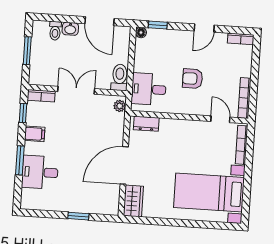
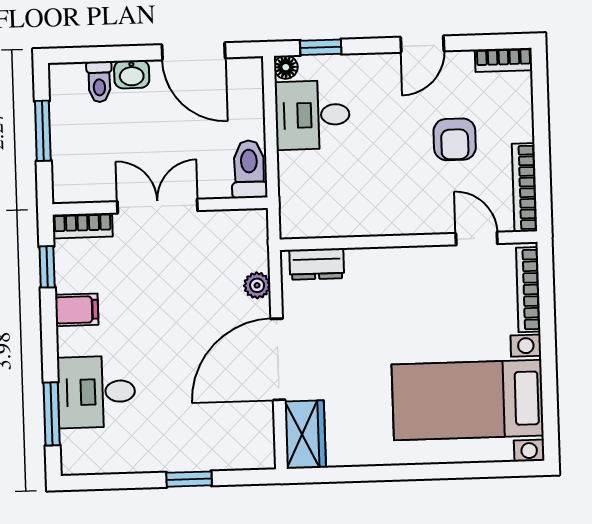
armchair: (193, 79) -> (455, 139), moved, turned -90
desk: (149, 89) -> (312, 115), moved
plant: (120, 106) -> (257, 285), moved
window: (20, 160) -> (52, 414), moved

